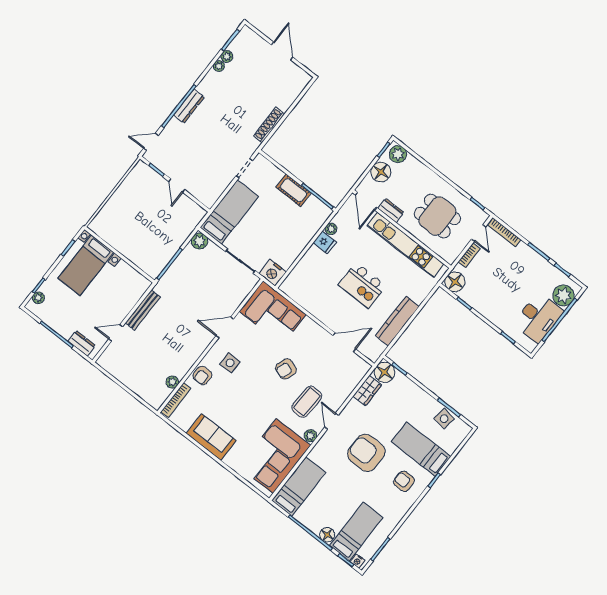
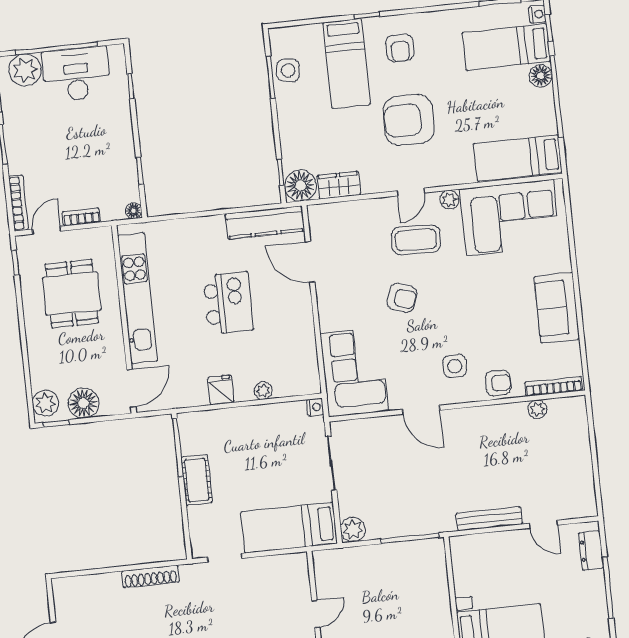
dresser: (391, 210) -> (115, 351), removed
plant: (331, 229) -> (263, 391), moved
nightstand: (273, 273) -> (315, 407), width x0.53, depth x0.56
floor lamp: (455, 282) -> (133, 211), width x0.53, depth x0.53
kitchen counter: (397, 321) -> (265, 222), moved
armchair: (366, 453) -> (409, 120), turned 90

